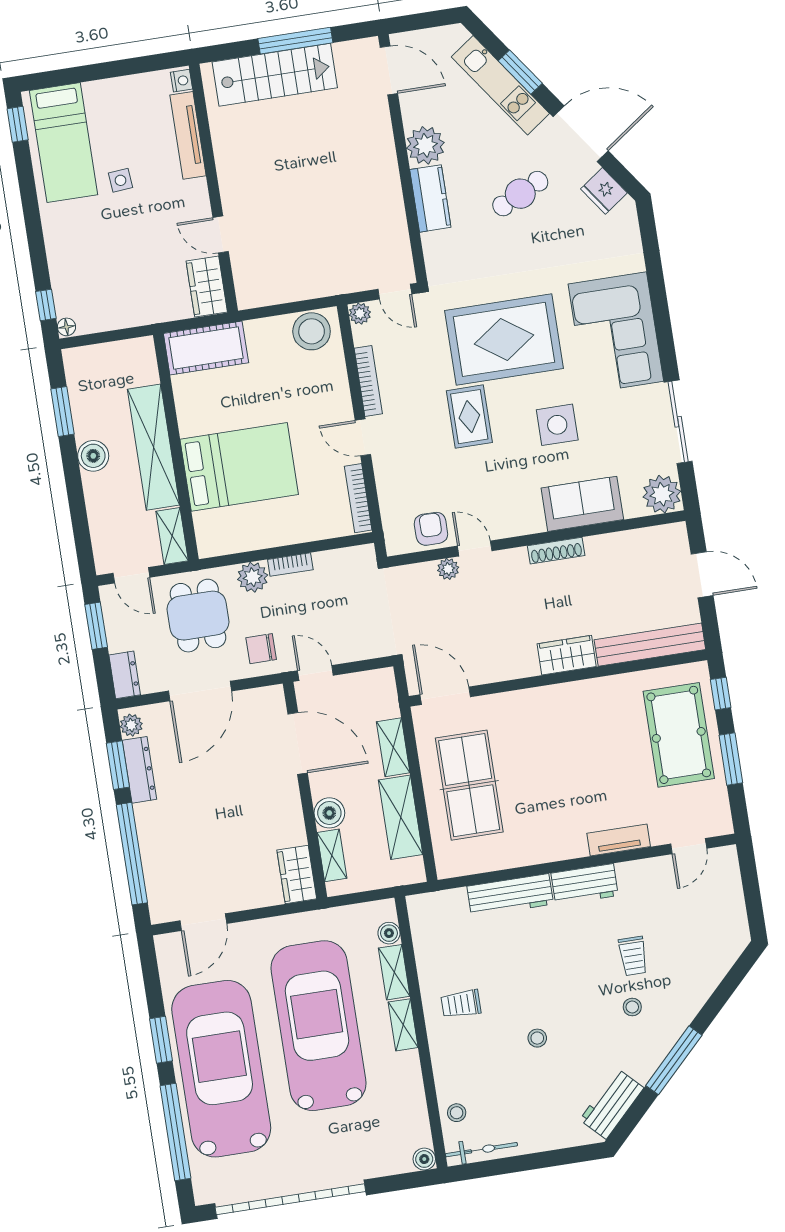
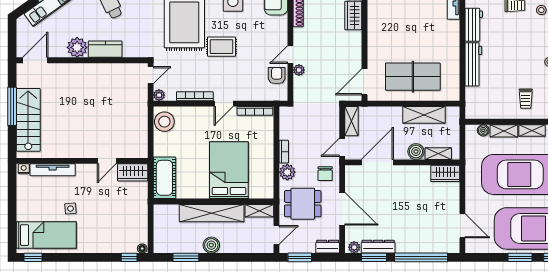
armchair: (431, 529) -> (277, 76), turned 90
shelving: (393, 747) -> (352, 121), moved, turned 90

